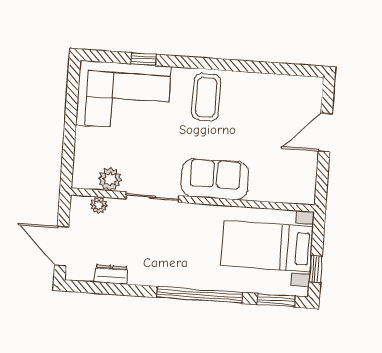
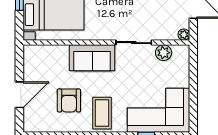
armchair: (253, 119) -> (69, 100), added
plant: (99, 205) -> (184, 35), moved

